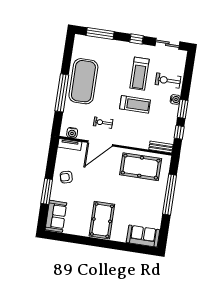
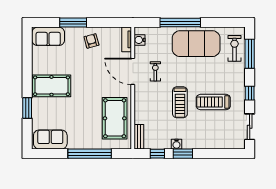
exercise bike: (168, 81) -> (235, 48), moved
water cooler: (175, 99) -> (176, 144), moved
sofa: (143, 236) -> (50, 139), moved, turned -90
window: (119, 246) -> (27, 108), added

